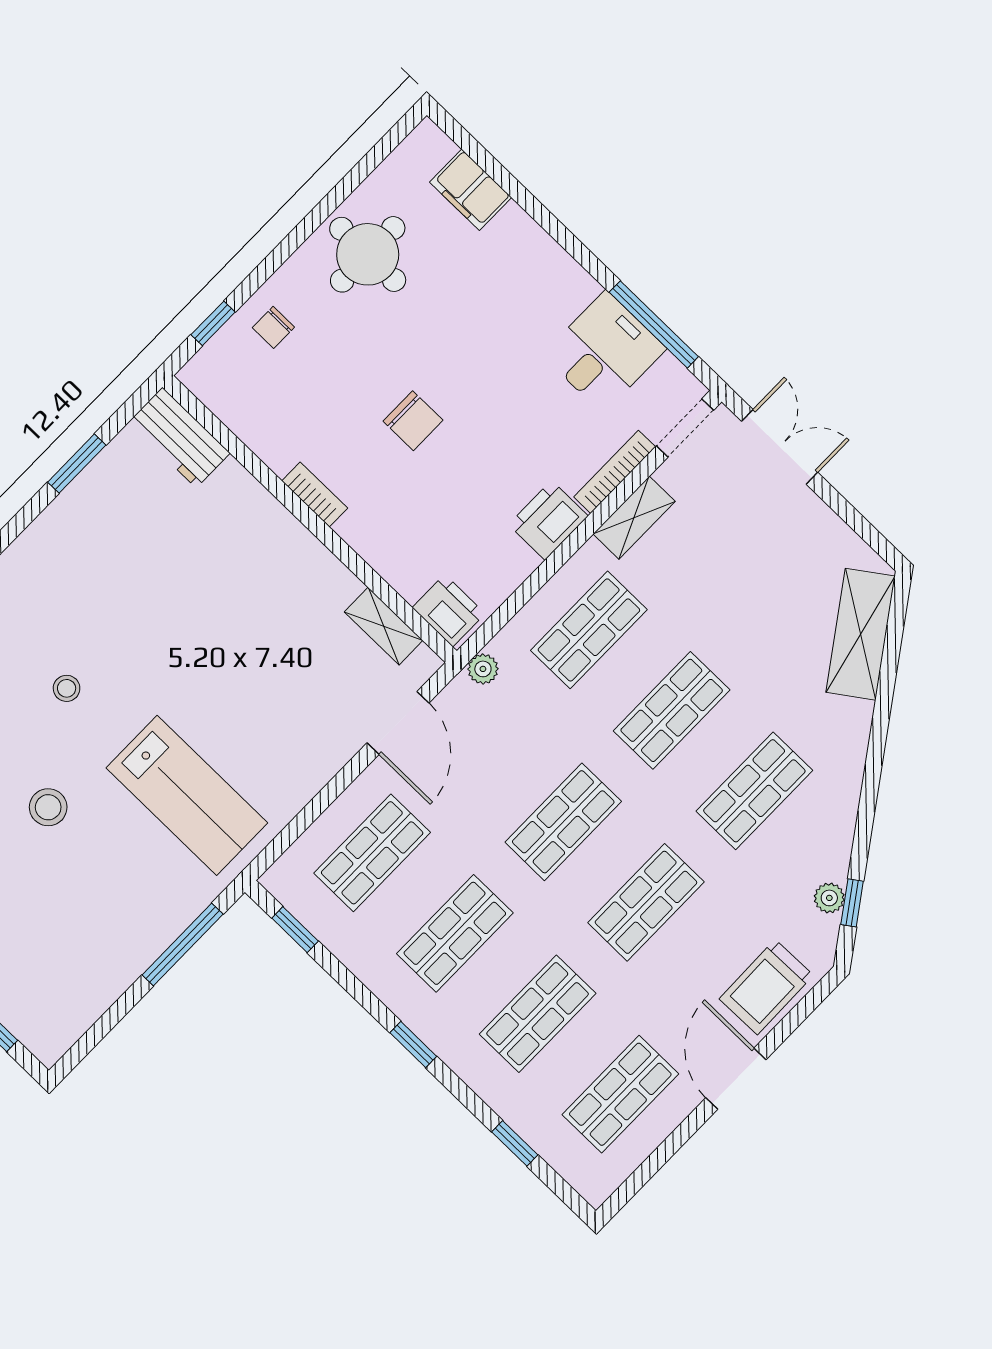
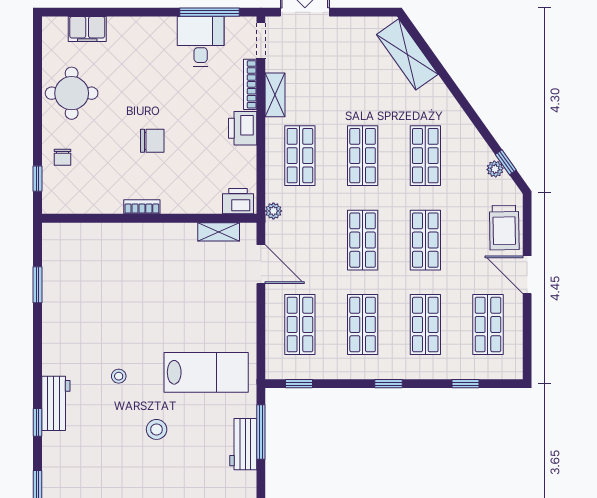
workbench: (179, 438) -> (243, 444), moved, turned 90

